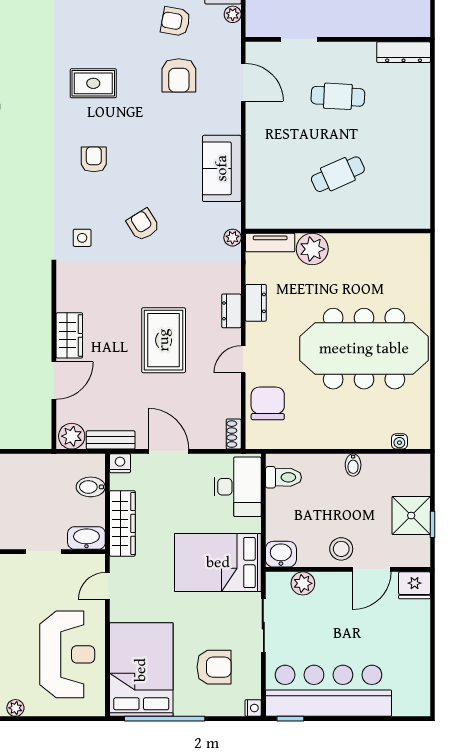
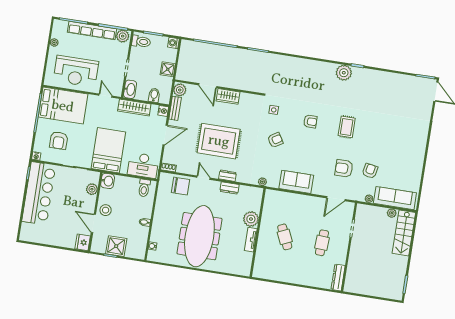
tv unit: (270, 243) -> (251, 240), moved
rug: (164, 340) -> (219, 141), width x1.37, depth x1.44
shower: (33, 467) -> (168, 69), added

